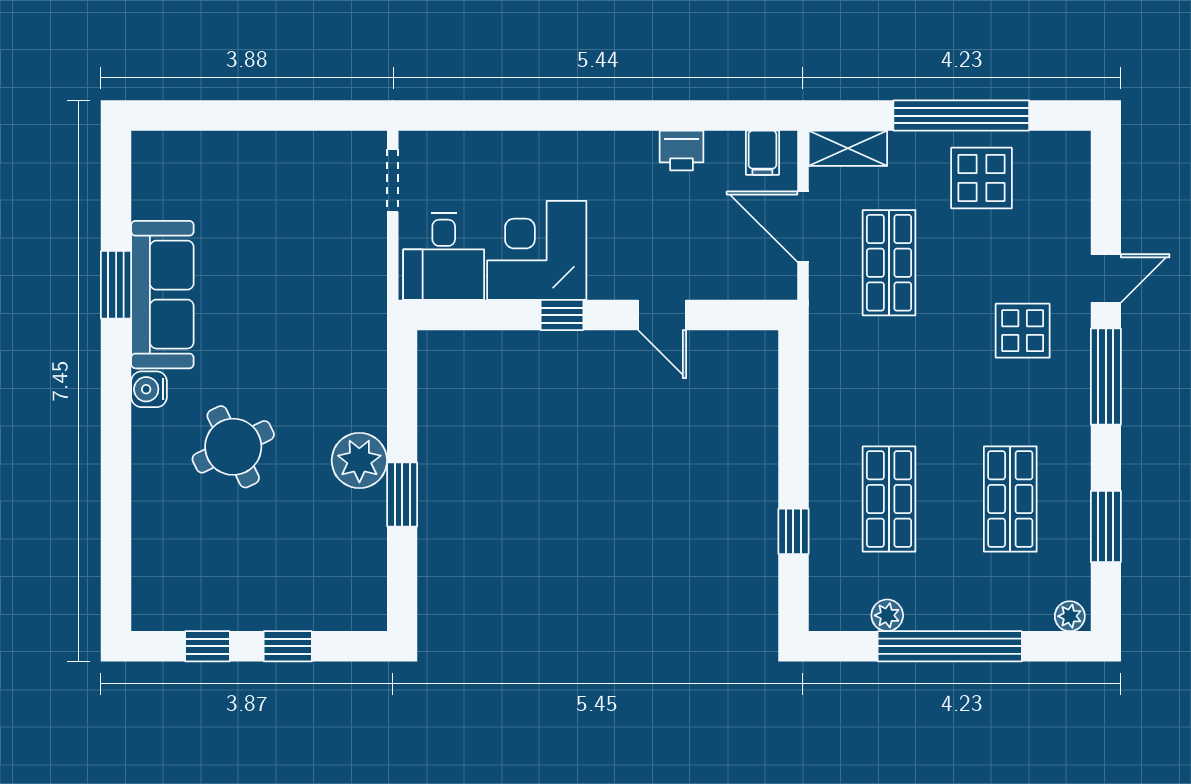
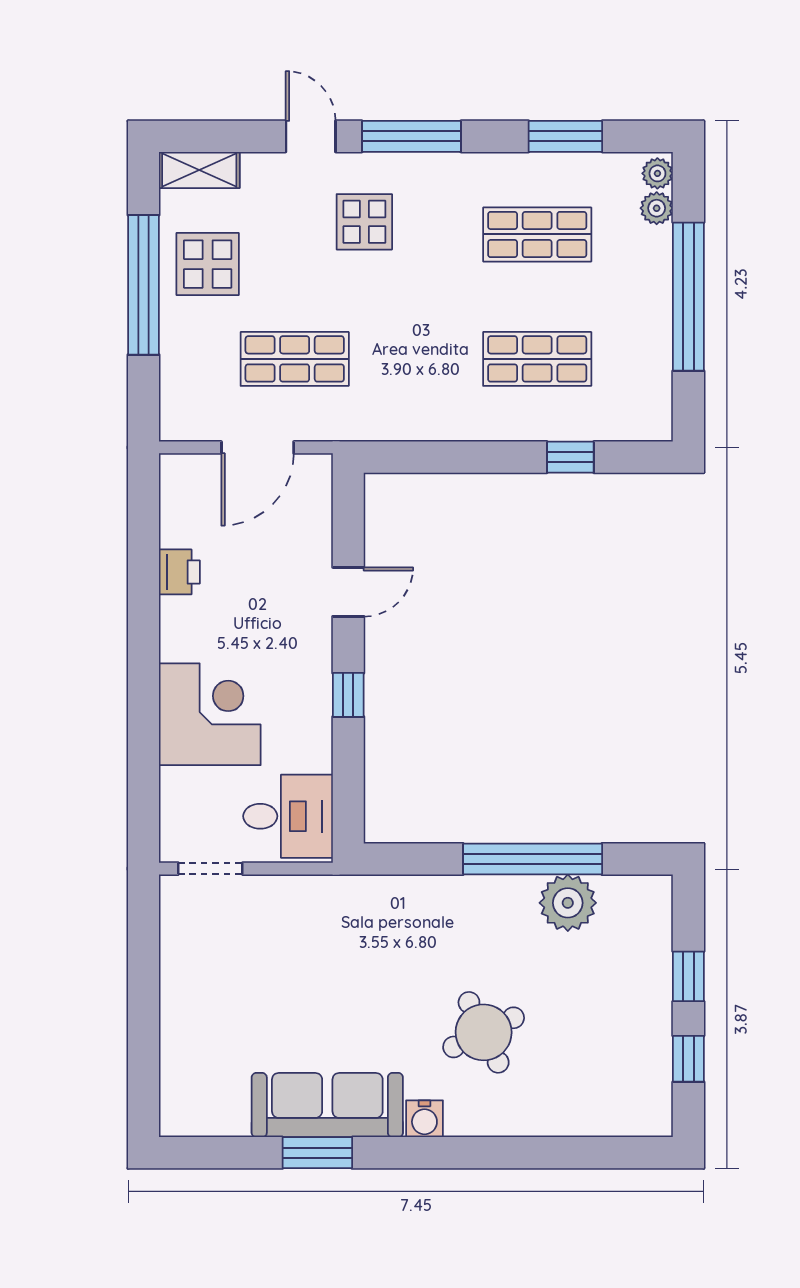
shelving: (848, 148) -> (199, 170), moved, turned 90
filing cabinet: (762, 153) -> (182, 489), removed
corner desk: (537, 250) -> (210, 714), moved, turned 180
plant: (359, 461) -> (568, 903), moved
window: (402, 495) -> (533, 859), width x2.11
plant: (887, 615) -> (657, 208), moved

